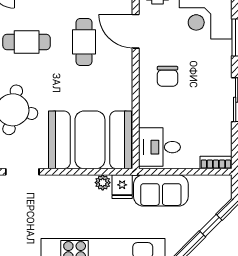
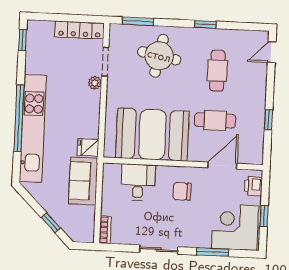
booth: (90, 140) -> (152, 135), moved, turned 90
desk: (159, 147) -> (138, 182), moved
plant: (103, 183) -> (95, 83), moved

